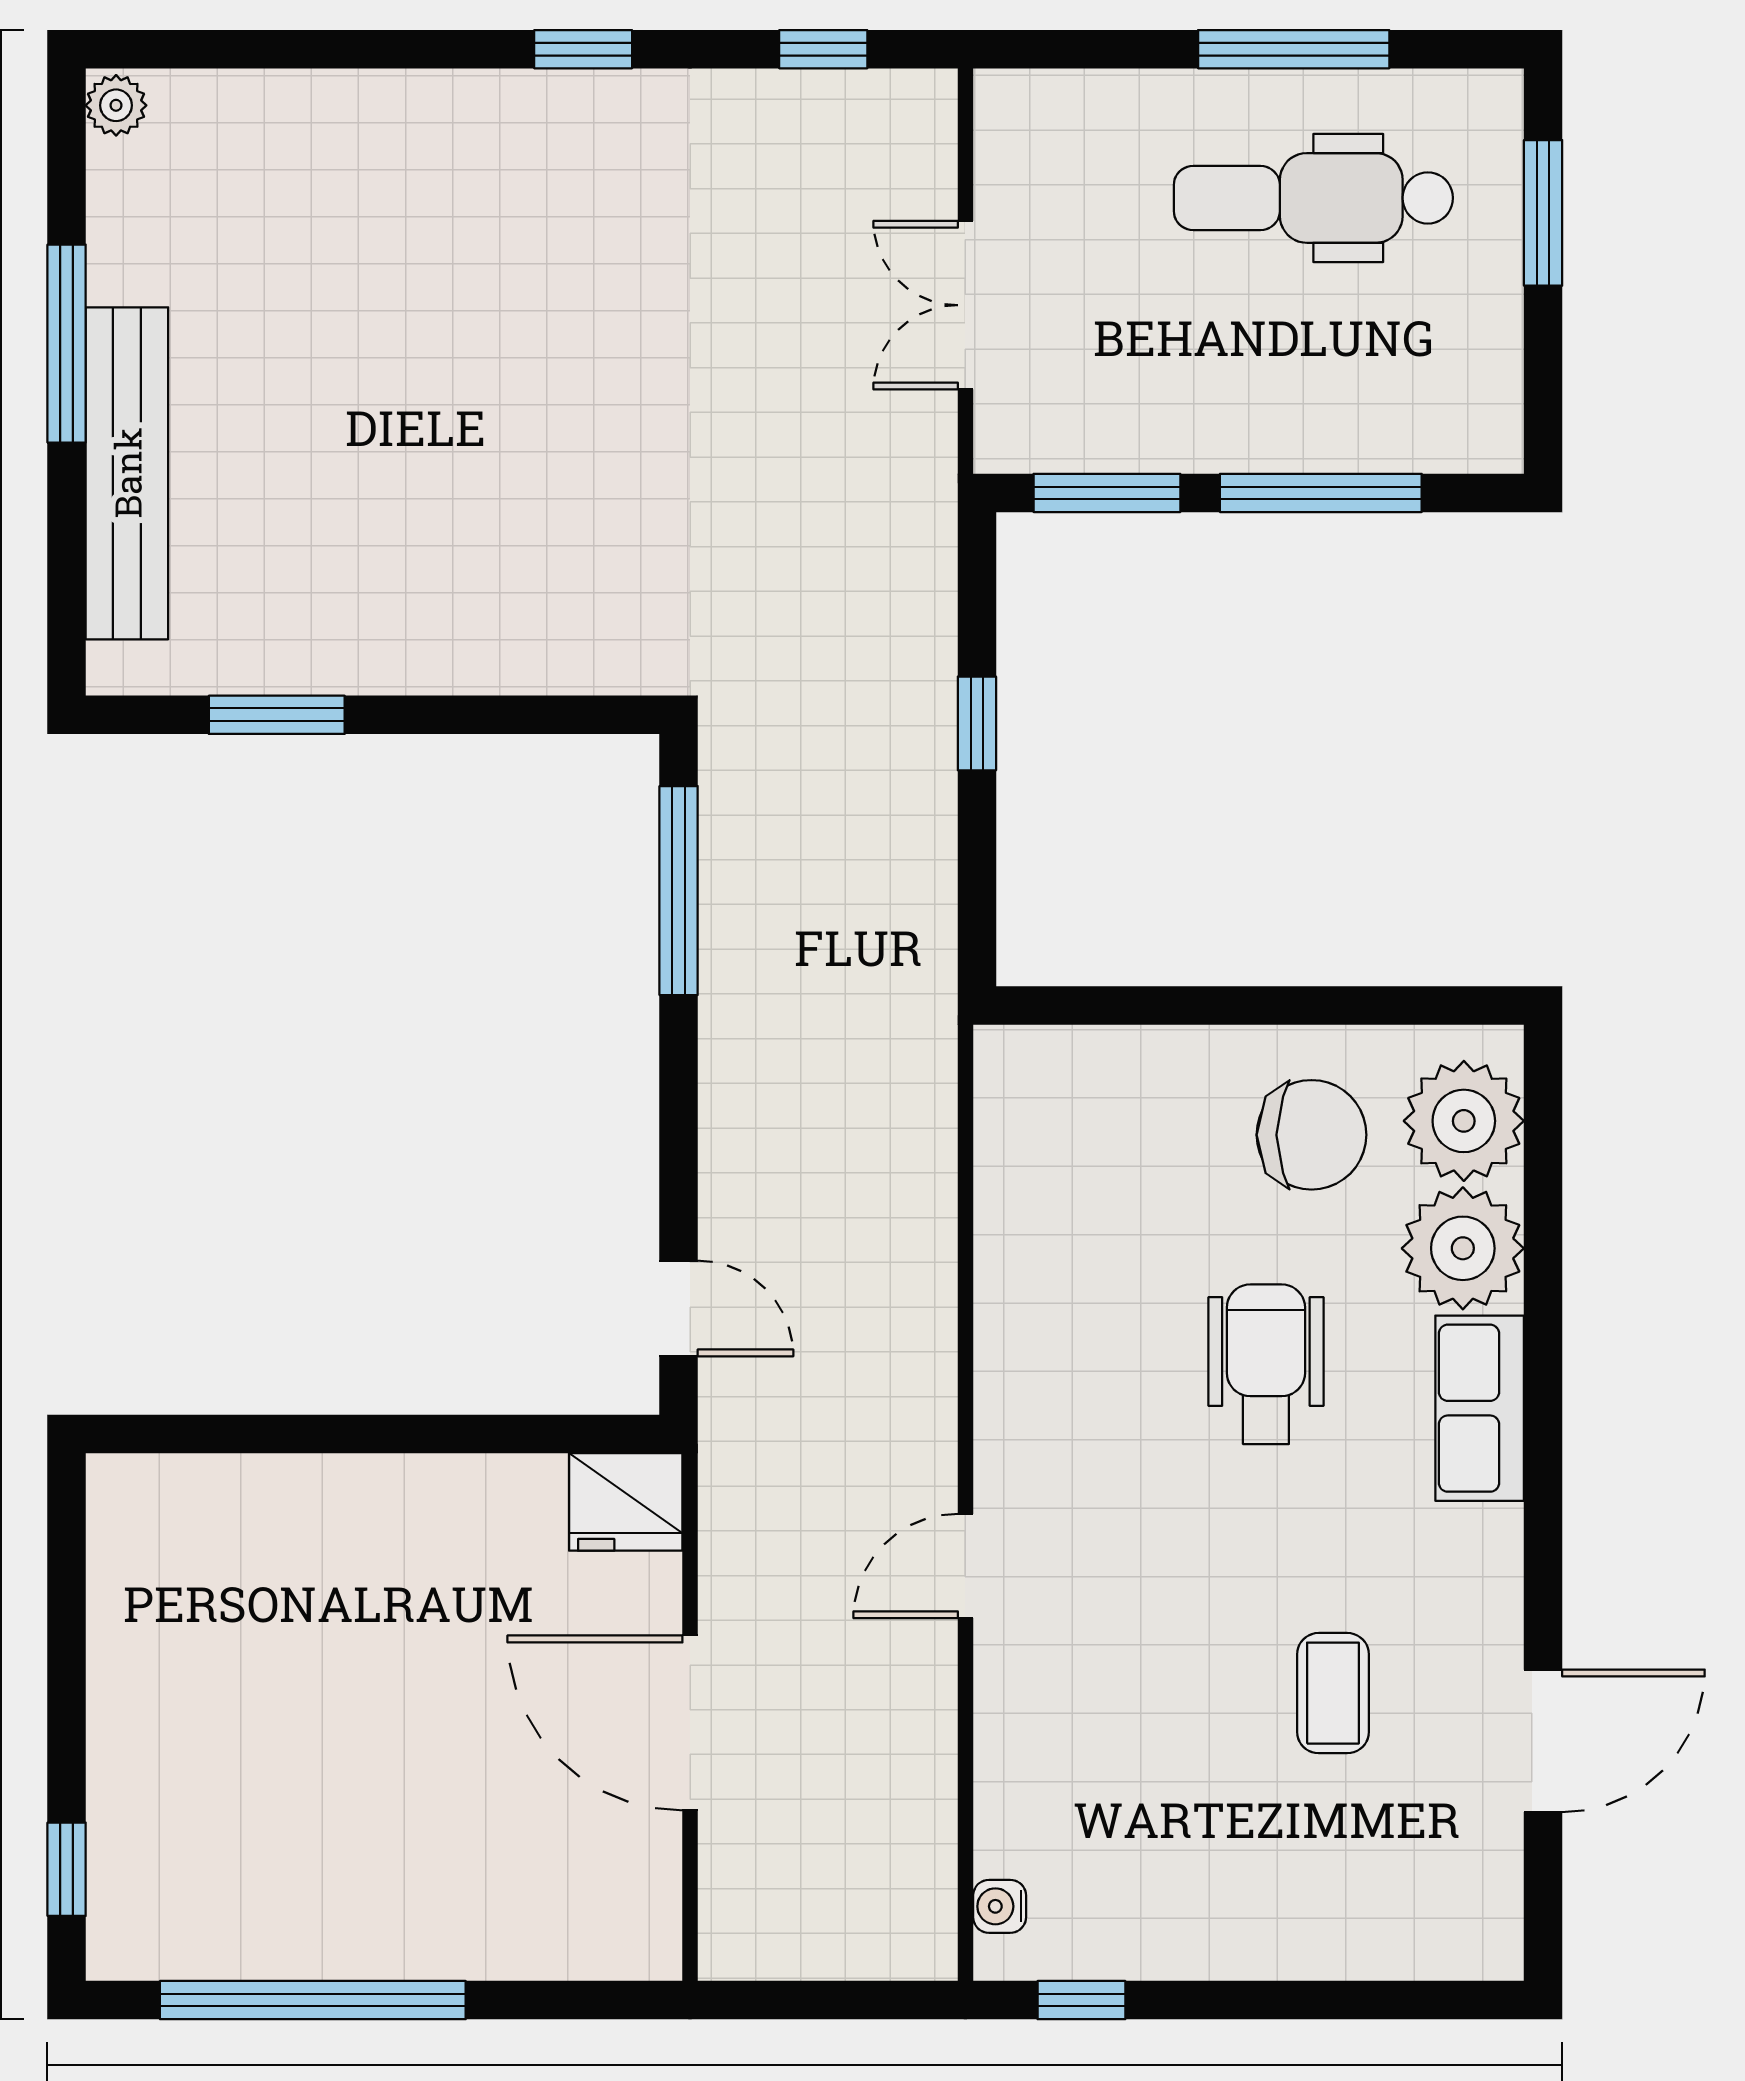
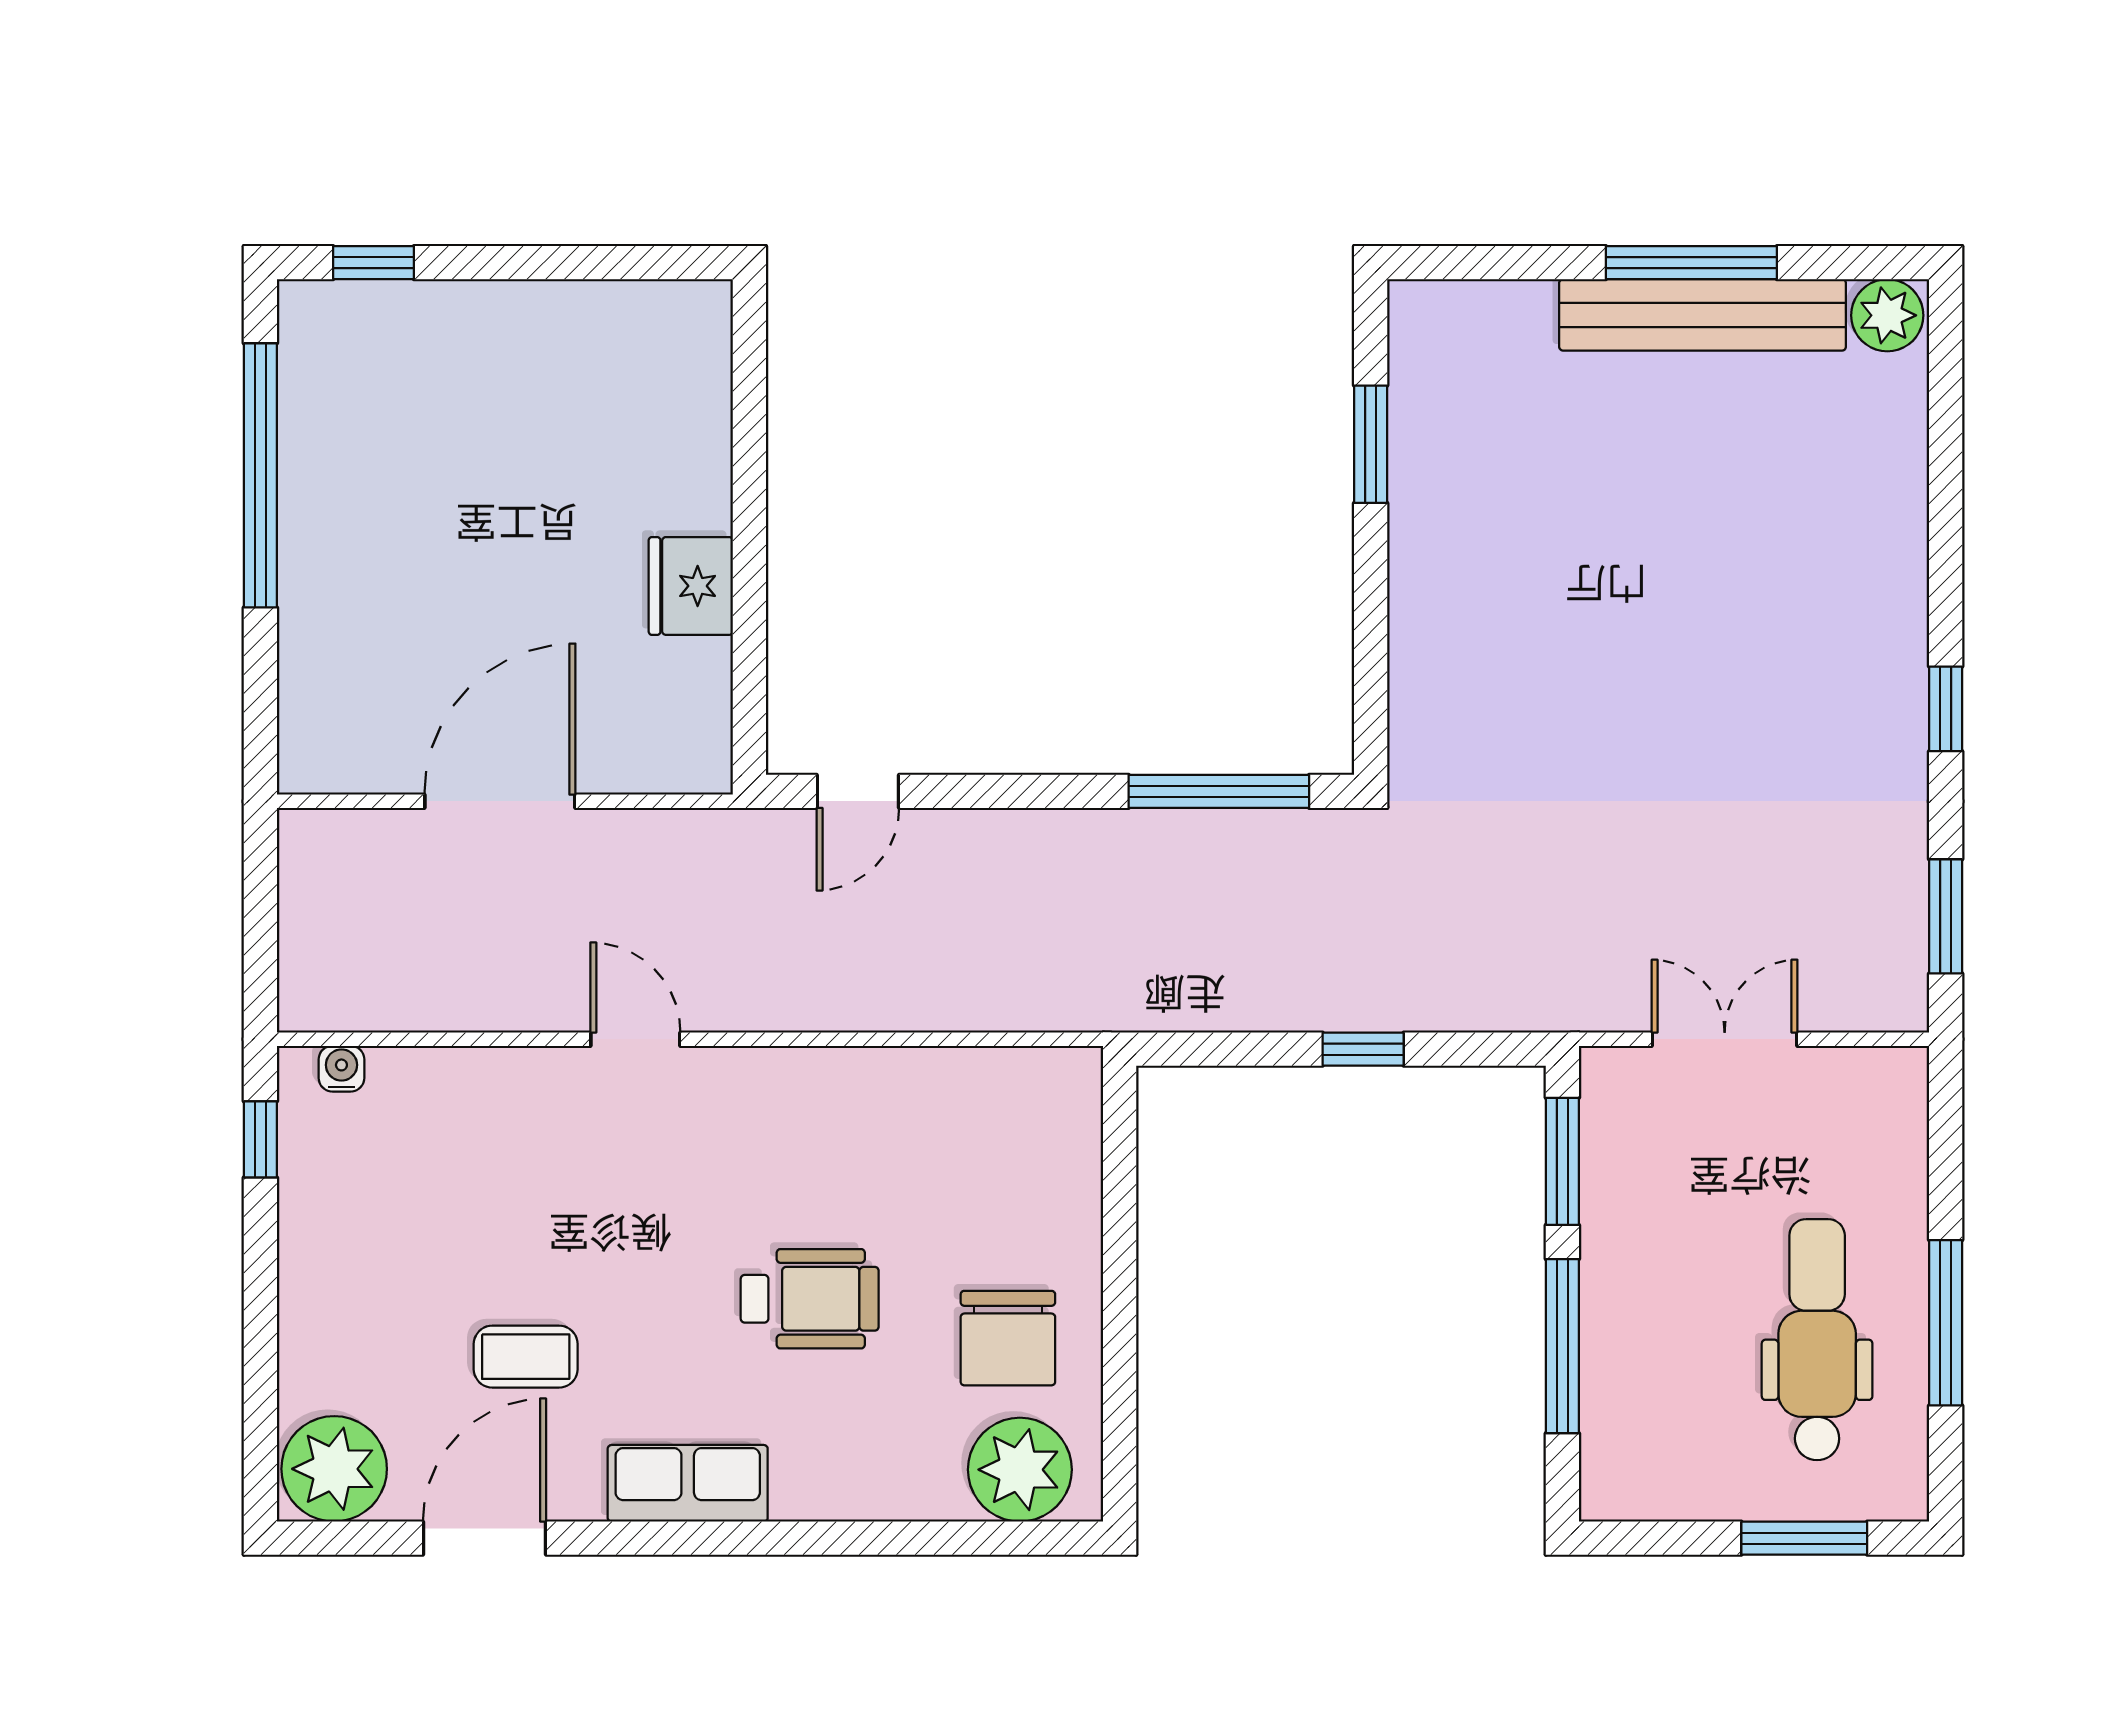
window: (823, 49) -> (1946, 916), width x1.50
plant: (116, 105) -> (1887, 315), width x1.38, depth x1.38
bench: (127, 473) -> (1703, 315), moved
plant: (1463, 1248) -> (334, 1469), moved
row of seats: (1480, 1408) -> (688, 1483), moved
fridge: (626, 1502) -> (691, 586), moved
door: (1543, 1741) -> (484, 1538), swing flipped

